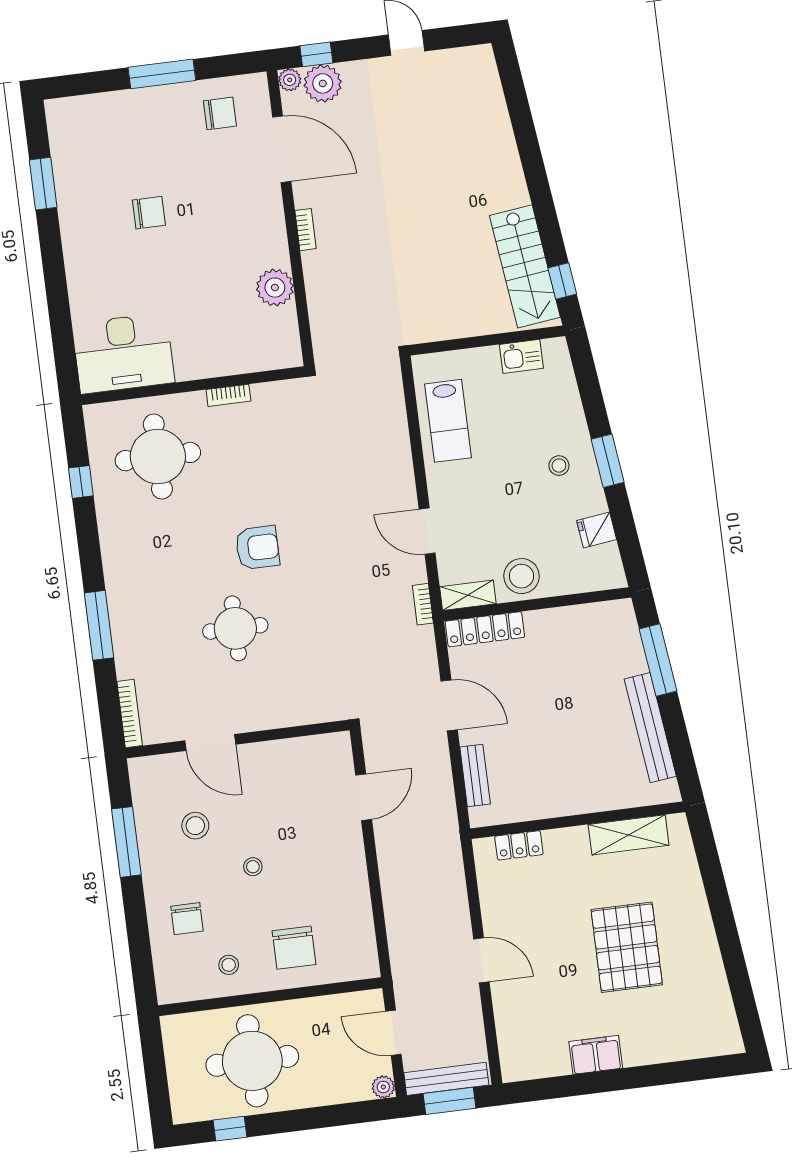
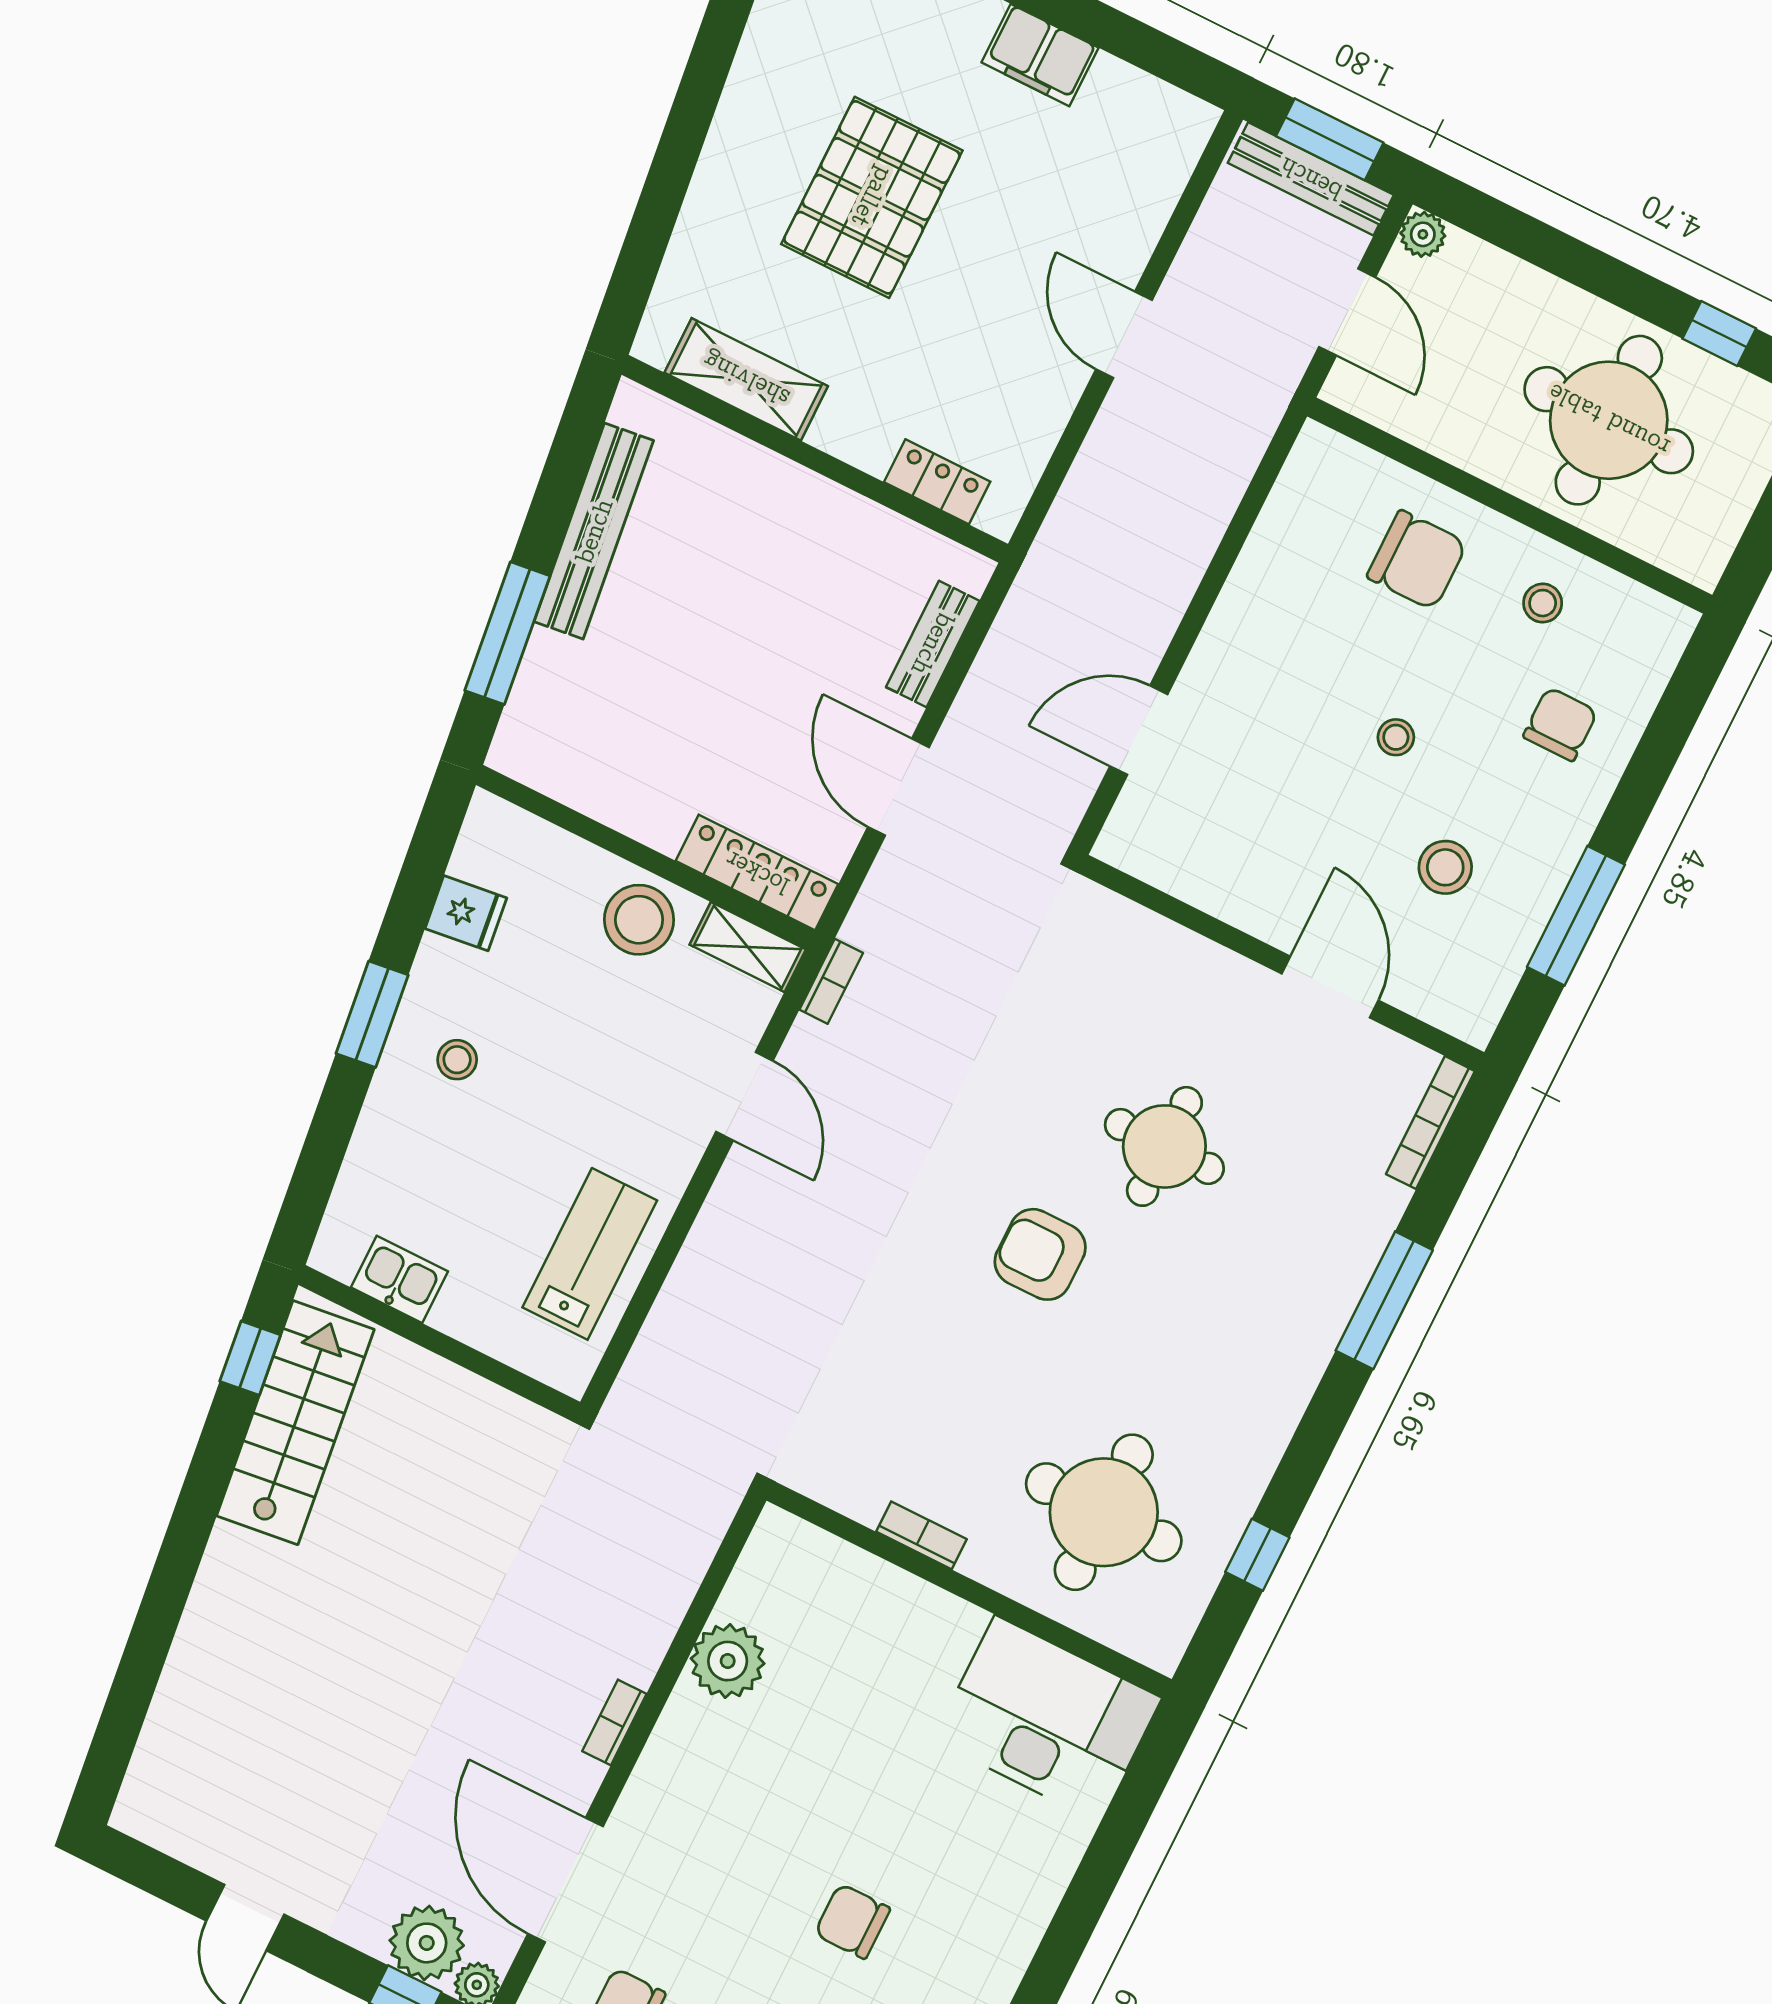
chair: (294, 948) -> (1417, 560), turned 90

